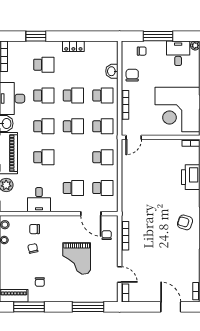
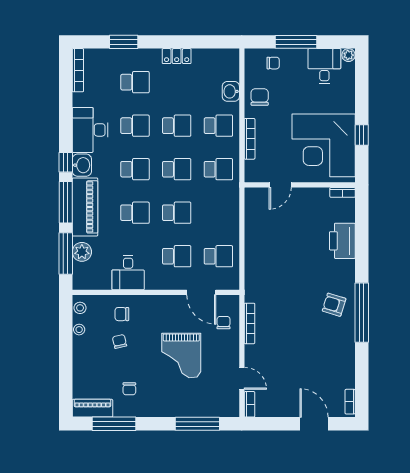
door: (134, 137) -> (280, 185), moved
school desk: (103, 157) -> (177, 213), moved

